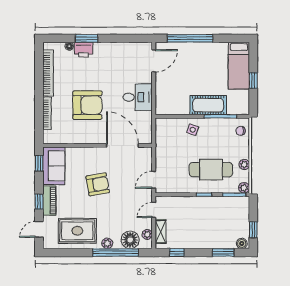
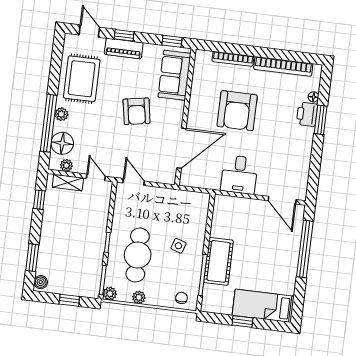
side table: (193, 130) -> (178, 246), moved
sofa: (54, 166) -> (175, 75), moved, turned 90
window: (253, 230) -> (69, 300), moved

